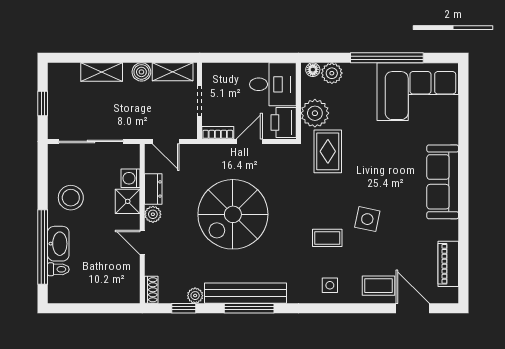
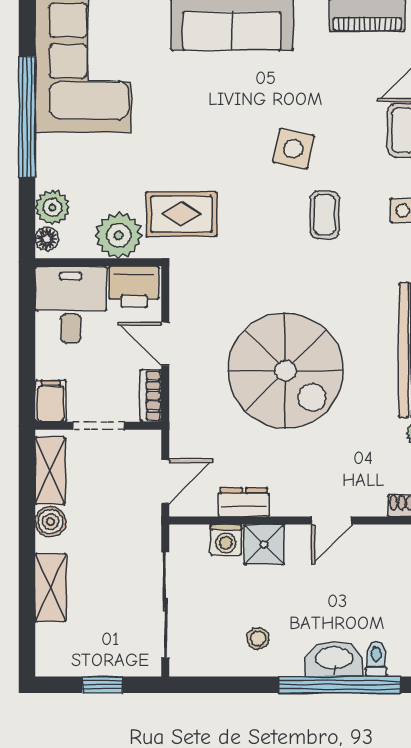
filing cabinet: (214, 72) -> (51, 401), added
stool: (71, 198) -> (258, 638), width x0.53, depth x0.53
plant: (153, 214) -> (285, 503), removed

